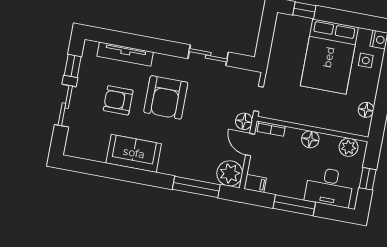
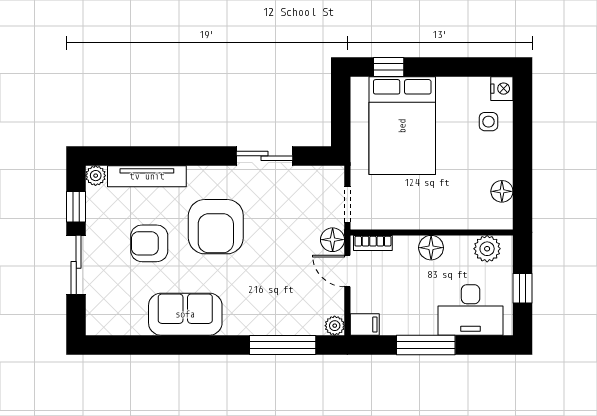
plant: (90, 47) -> (96, 176), added
bed: (329, 57) -> (402, 126), moved
plant: (230, 173) -> (335, 326), width x0.53, depth x0.53

